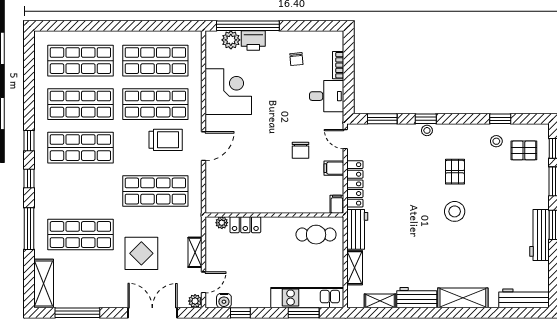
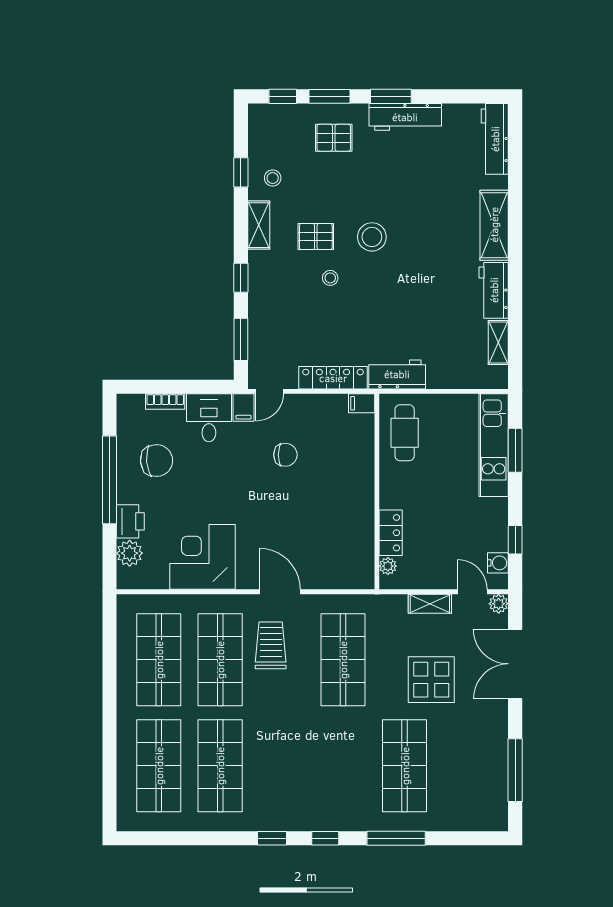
window: (248, 26) -> (110, 480), moved
chair: (296, 59) -> (157, 461), width x1.87, depth x1.87
stool: (427, 130) -> (330, 278), moved
shop shelf: (80, 148) -> (282, 766), removed
pallet: (524, 150) -> (334, 138), moved, turned 90
filing cabinet: (334, 168) -> (244, 407), moved
shelving: (355, 268) -> (259, 225), moved, turned 90
shelving: (44, 284) -> (474, 818), removed

